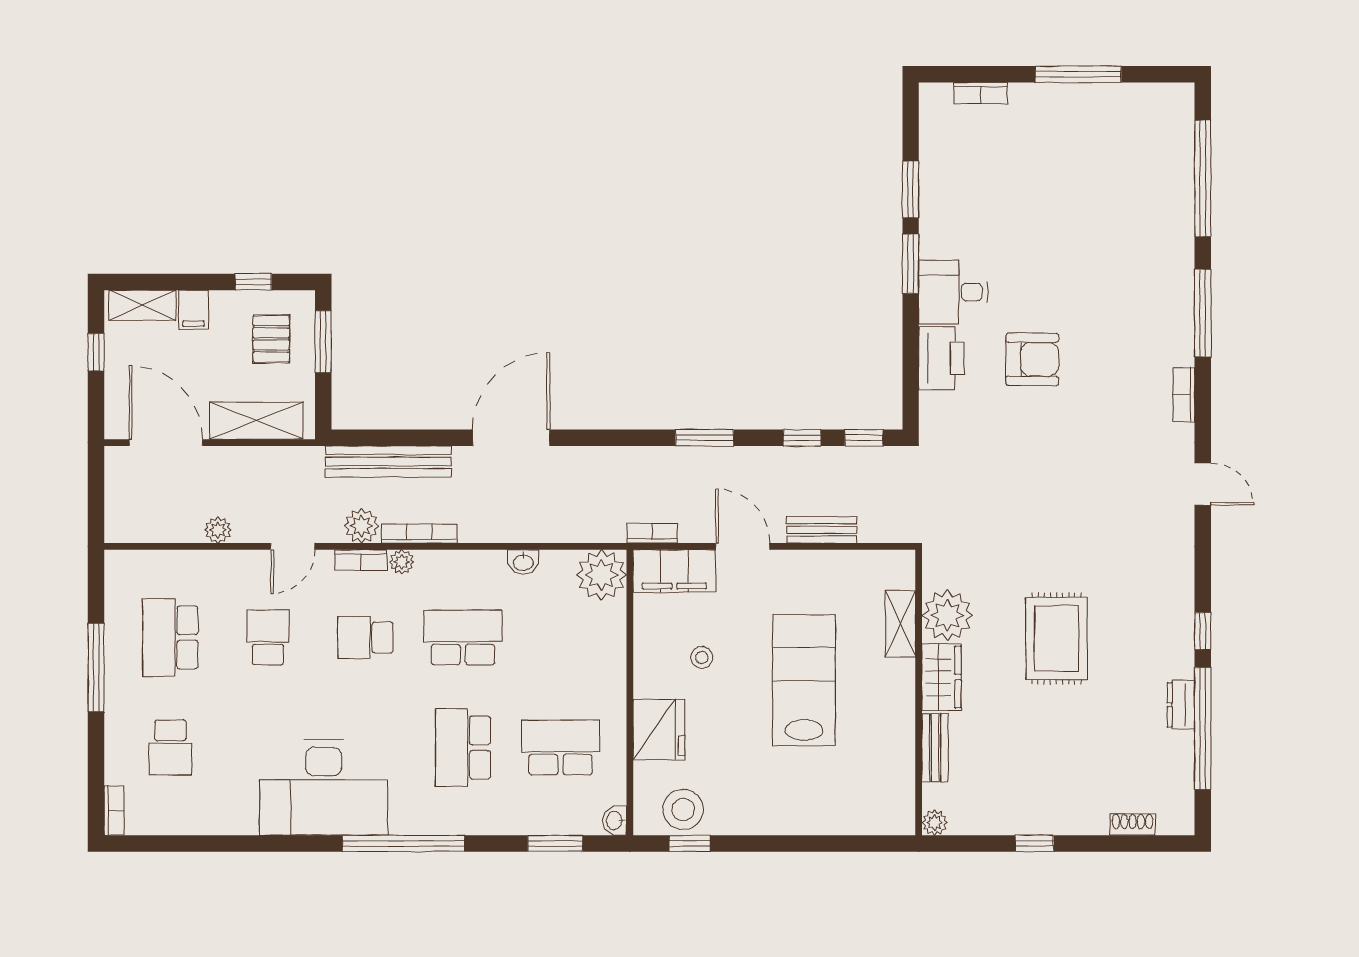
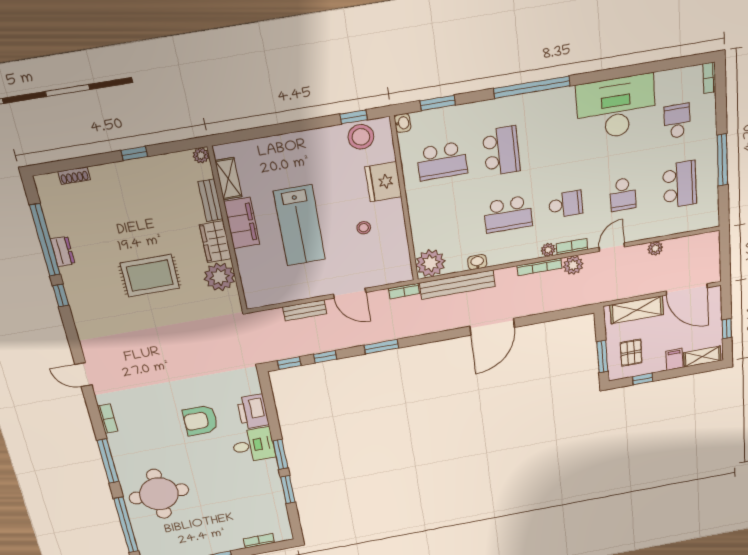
round table: (1133, 229) -> (159, 494), added
bench: (388, 462) -> (457, 285), moved
filing cabinet: (674, 571) -> (242, 223), moved, turned 90
shelving: (901, 624) -> (228, 179), moved
rug: (1057, 639) -> (150, 276), turned 90
desk: (324, 787) -> (616, 107), moved

